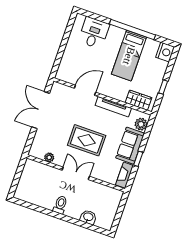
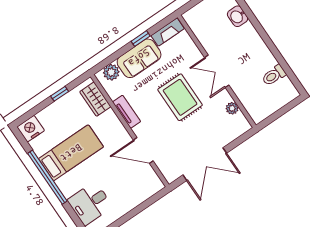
tv unit: (113, 107) -> (127, 112), width x0.71
toilet: (60, 205) -> (274, 75), moved

